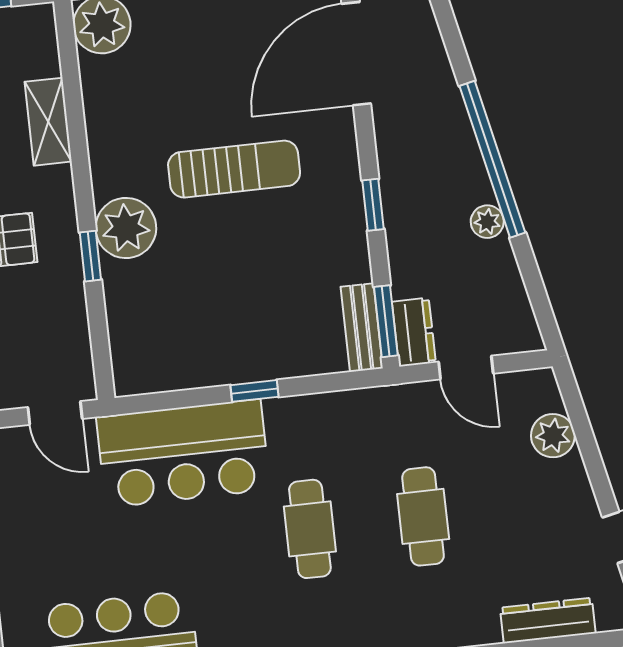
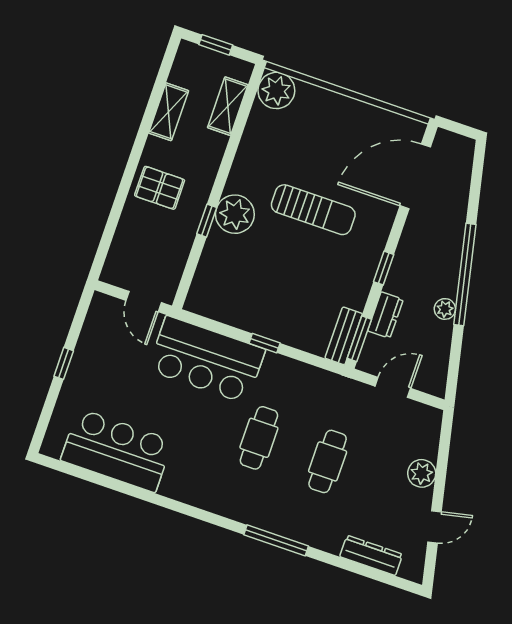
shelving: (48, 122) -> (228, 106), moved
dresser: (414, 332) -> (385, 315), moved
door: (466, 368) -> (393, 387), swing flipped
plant: (553, 436) -> (422, 473), moved

